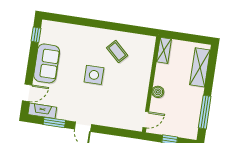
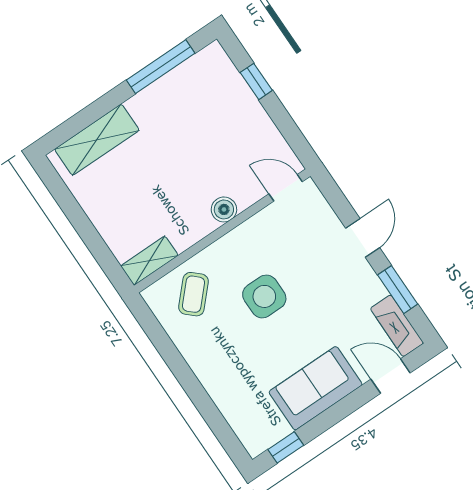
shelving: (164, 50) -> (149, 261), moved
wall: (151, 84) -> (222, 231), moved
boiler: (158, 92) -> (224, 209), moved
door: (146, 120) -> (286, 188), moved

